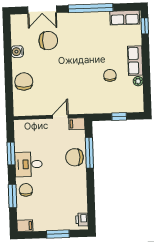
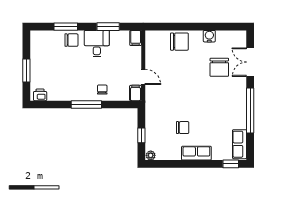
plant: (138, 81) -> (151, 155), moved
window: (89, 153) -> (86, 104), moved
chair: (74, 157) -> (102, 90), width x0.54, depth x0.54
filing cabinet: (25, 226) -> (136, 38), moved

